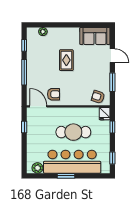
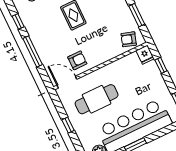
window: (24, 127) -> (68, 125), moved
cafe table: (73, 132) -> (97, 99), moved

